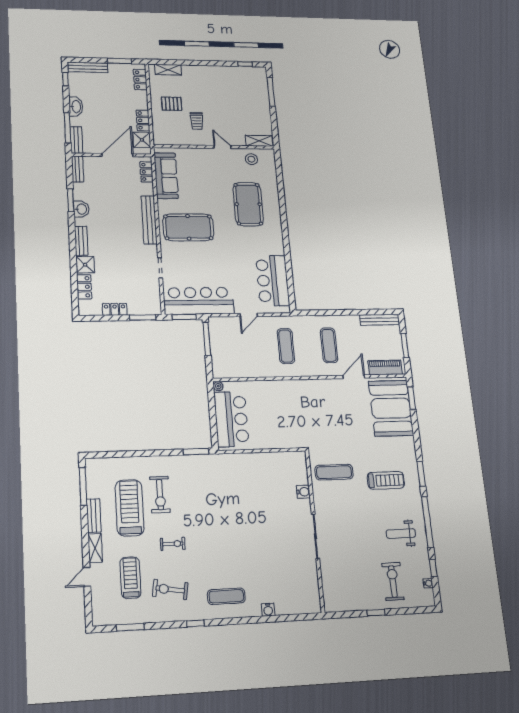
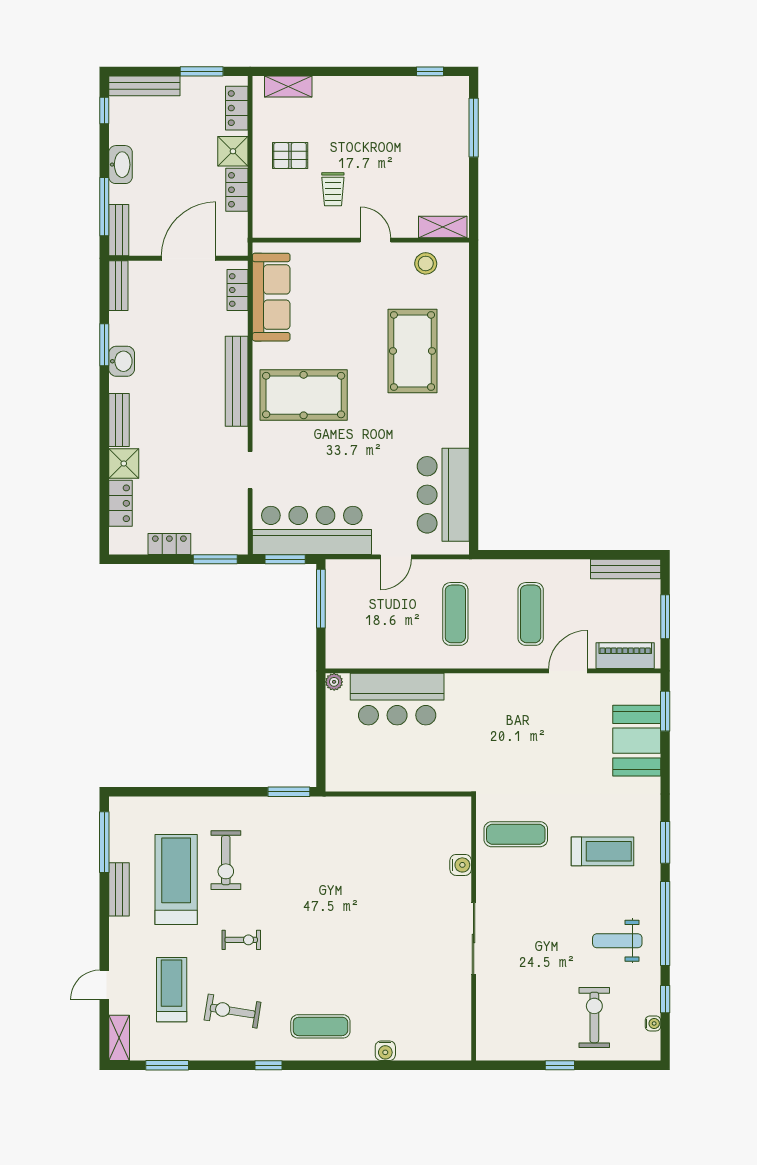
shower: (142, 140) -> (233, 151), moved
booth: (391, 408) -> (637, 741), width x0.73, depth x0.70
bar counter: (231, 419) -> (397, 699), moved, turned 90
shelving: (95, 548) -> (119, 1038), moved

